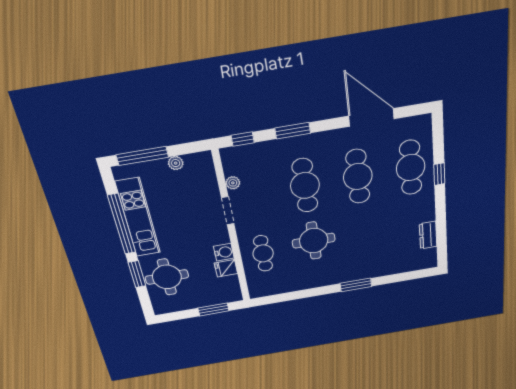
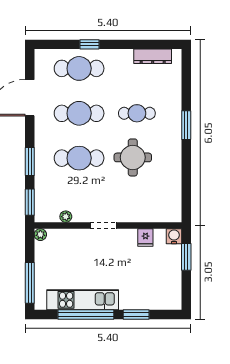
window: (243, 139) -> (30, 202), width x1.50
plant: (176, 163) -> (40, 235), moved
doorway: (228, 211) -> (103, 225), moved
dresser: (428, 235) -> (153, 56), width x1.44
water cooler: (224, 252) -> (174, 236), moved
cafe table: (263, 253) -> (137, 113), moved
round table: (167, 277) -> (144, 290), removed

